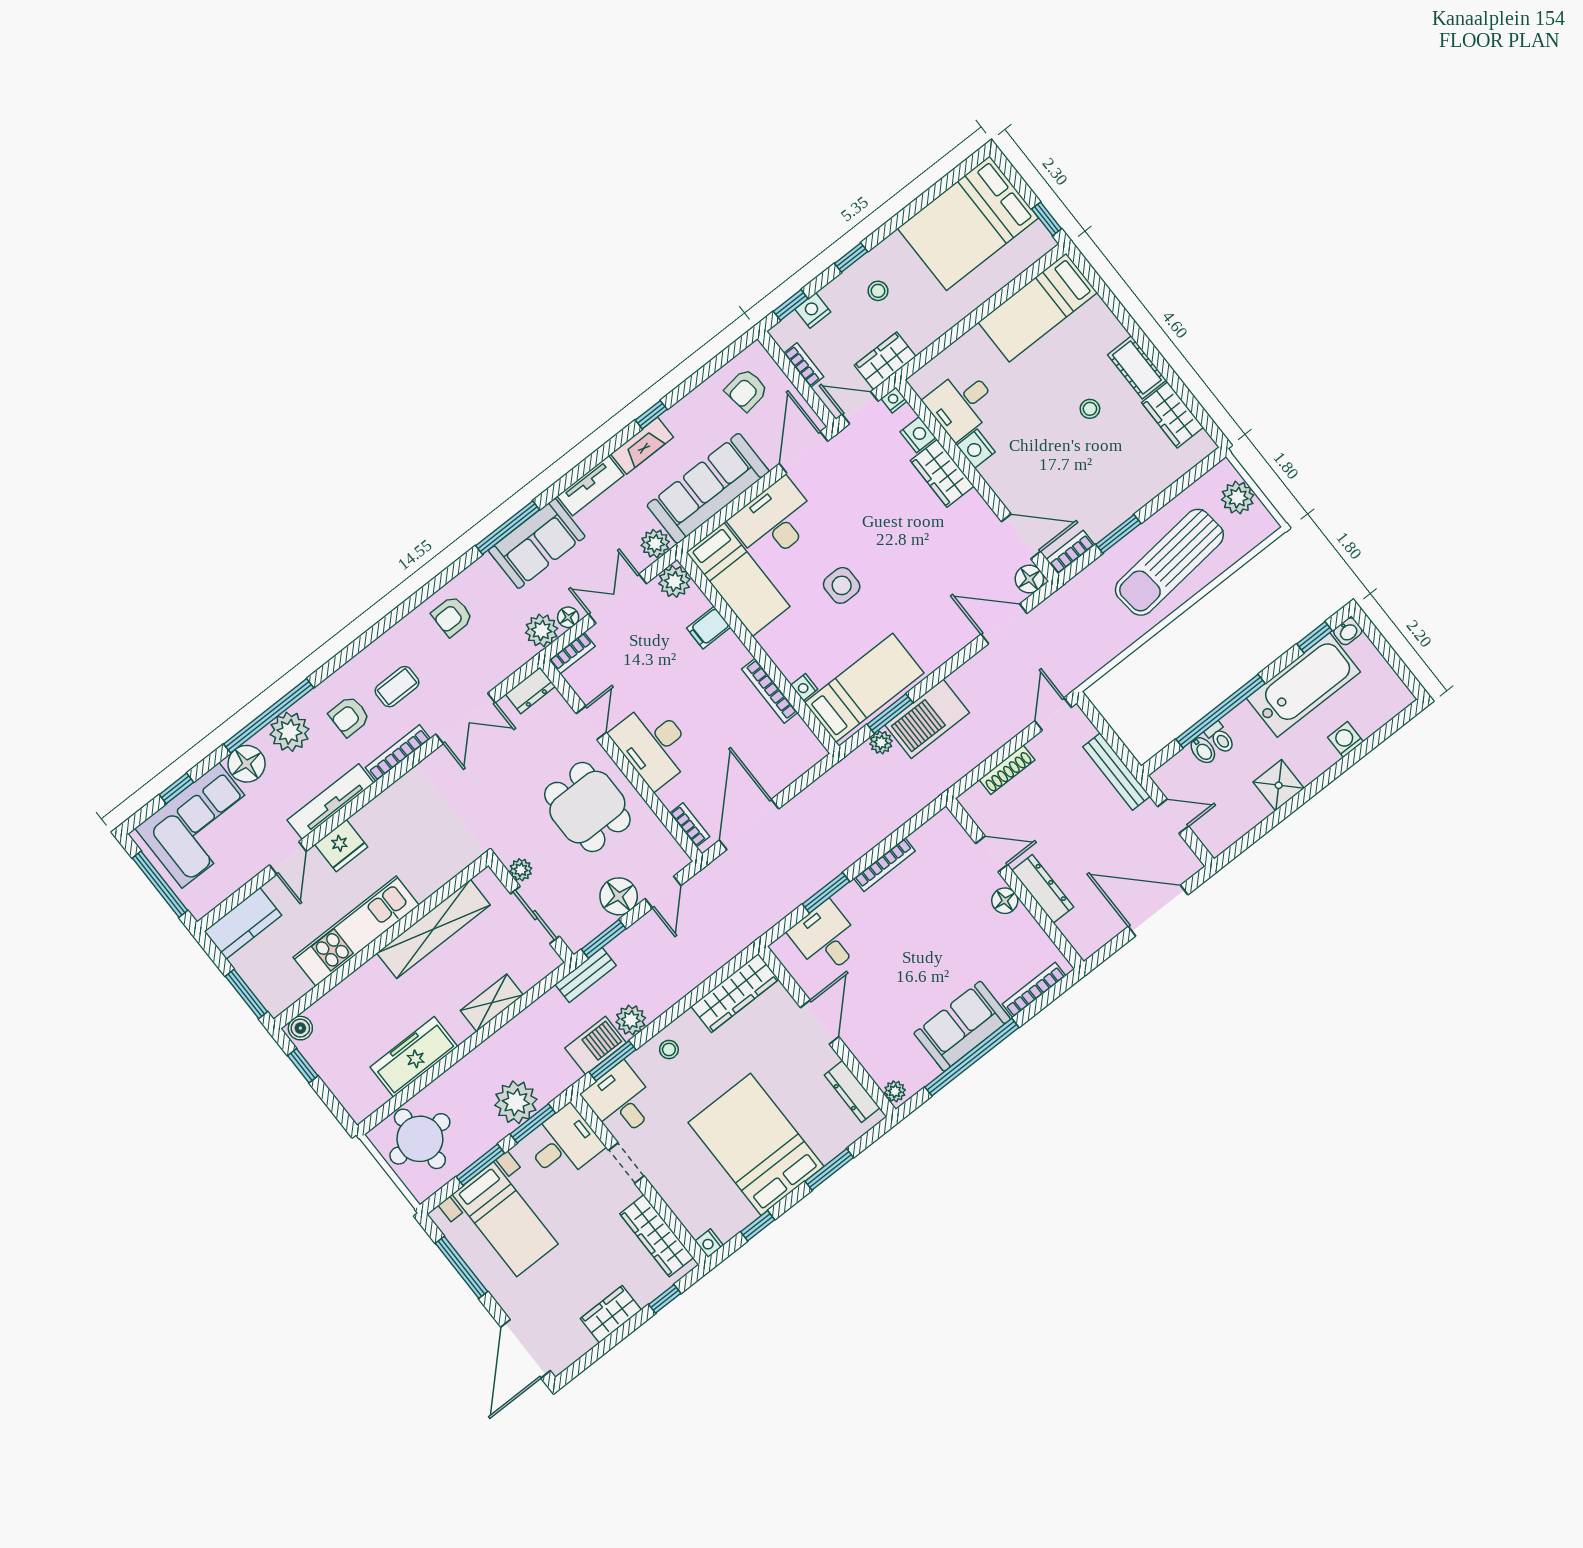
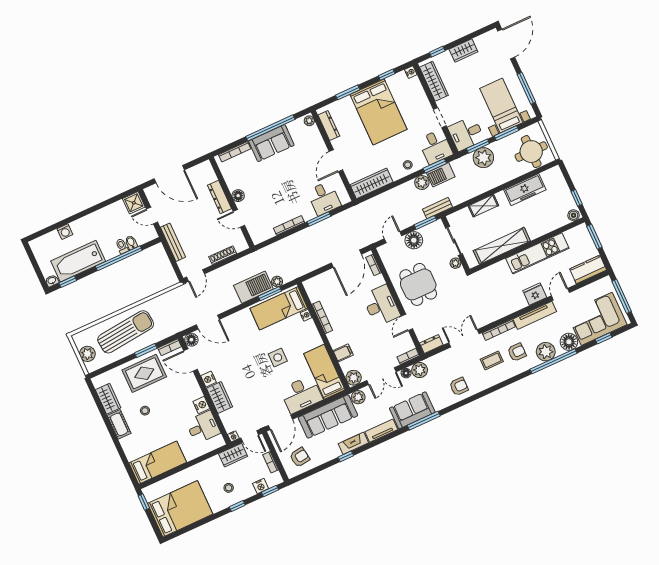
nightstand: (918, 435) -> (209, 379), moved
rug: (1110, 486) -> (144, 373), added
shower: (1279, 785) -> (134, 203), moved

